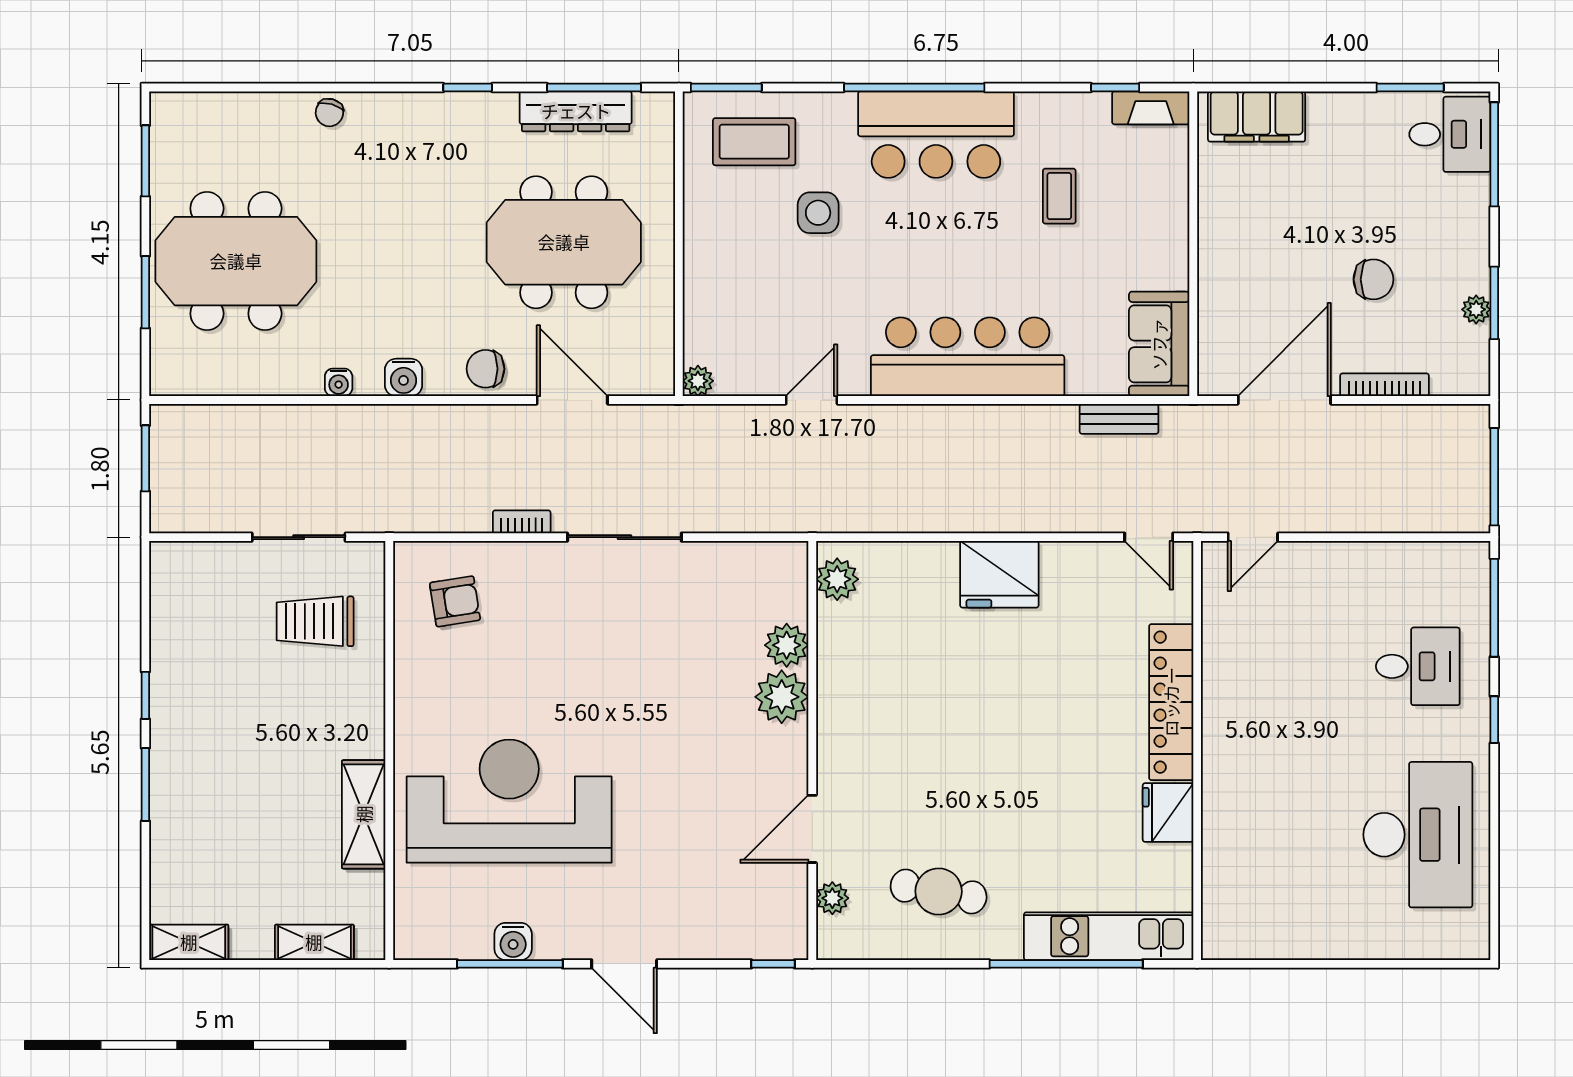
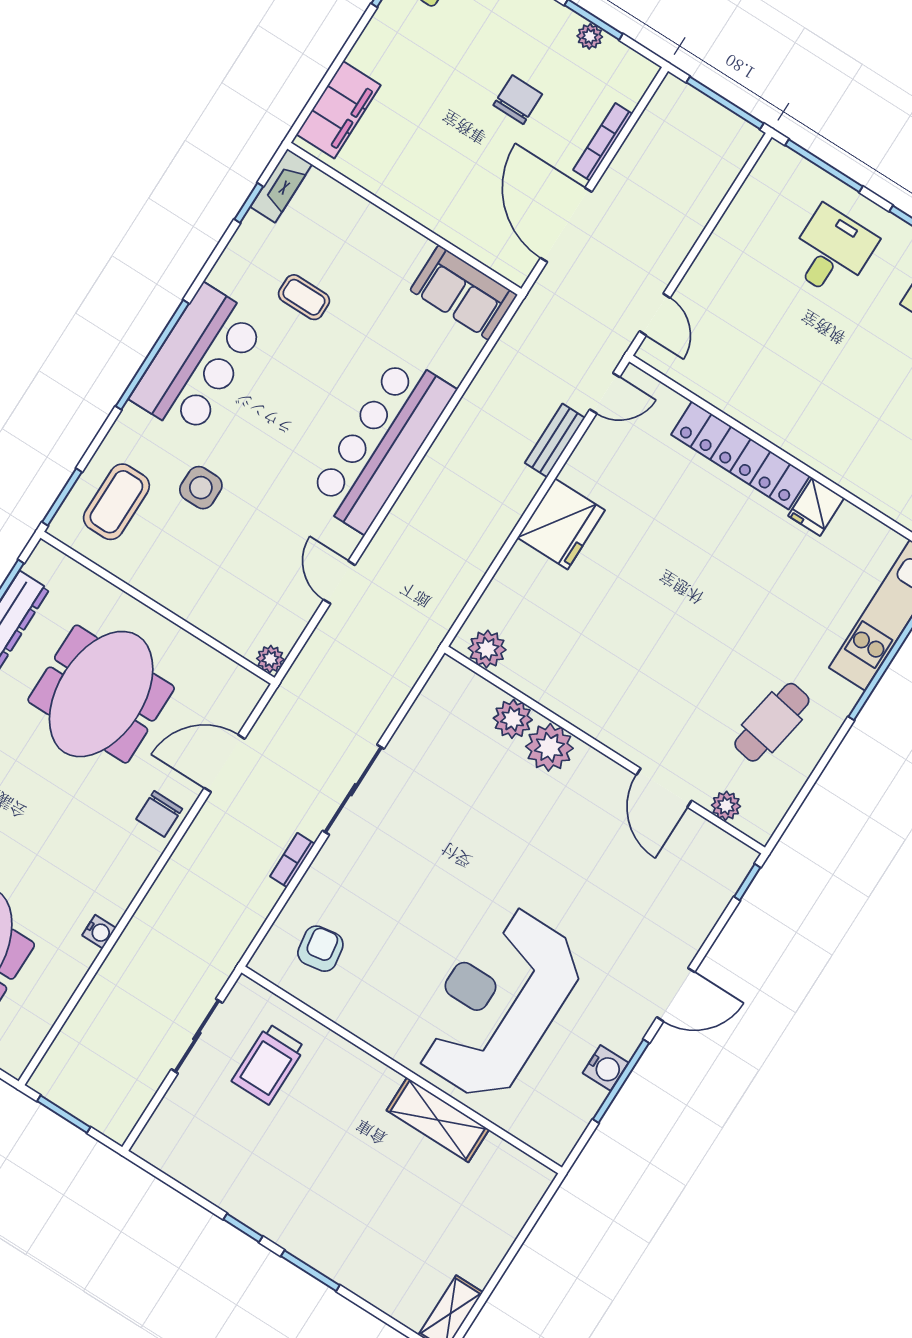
water cooler: (404, 377) -> (126, 880), removed
bench: (1119, 419) -> (555, 440), moved
fridge: (1168, 813) -> (816, 507), width x0.72
shelving: (314, 942) -> (511, 1219), removed

